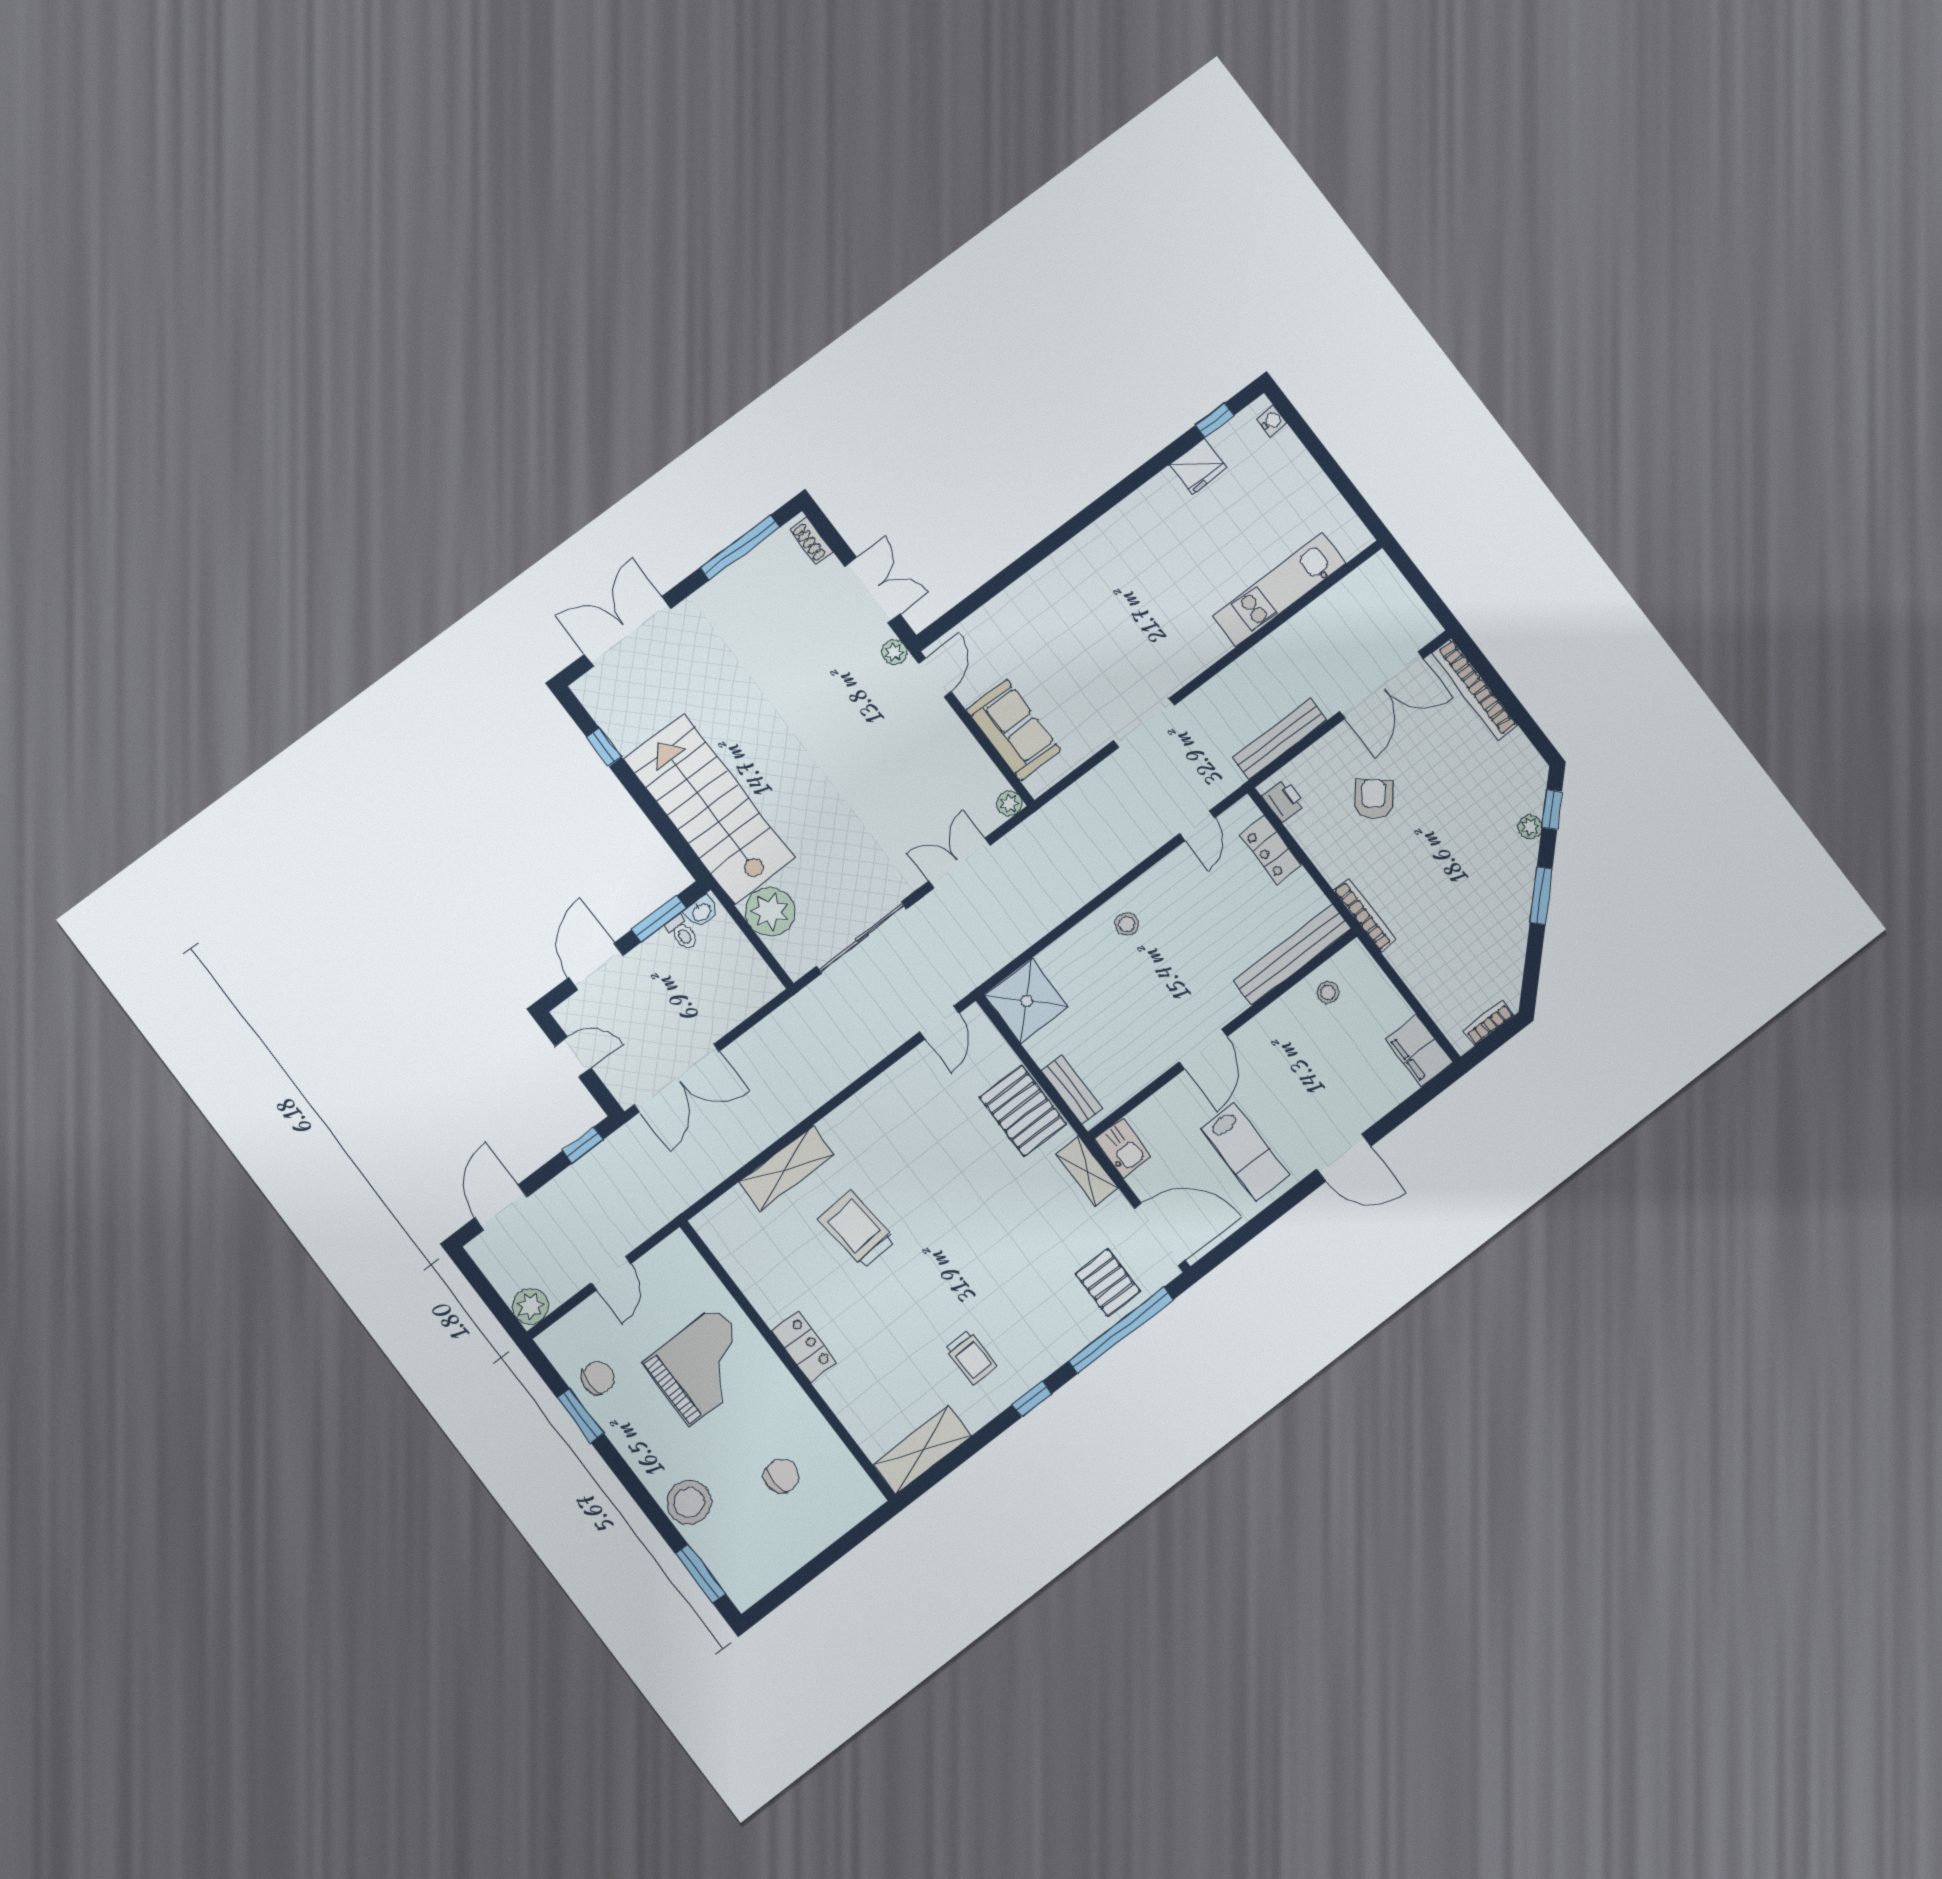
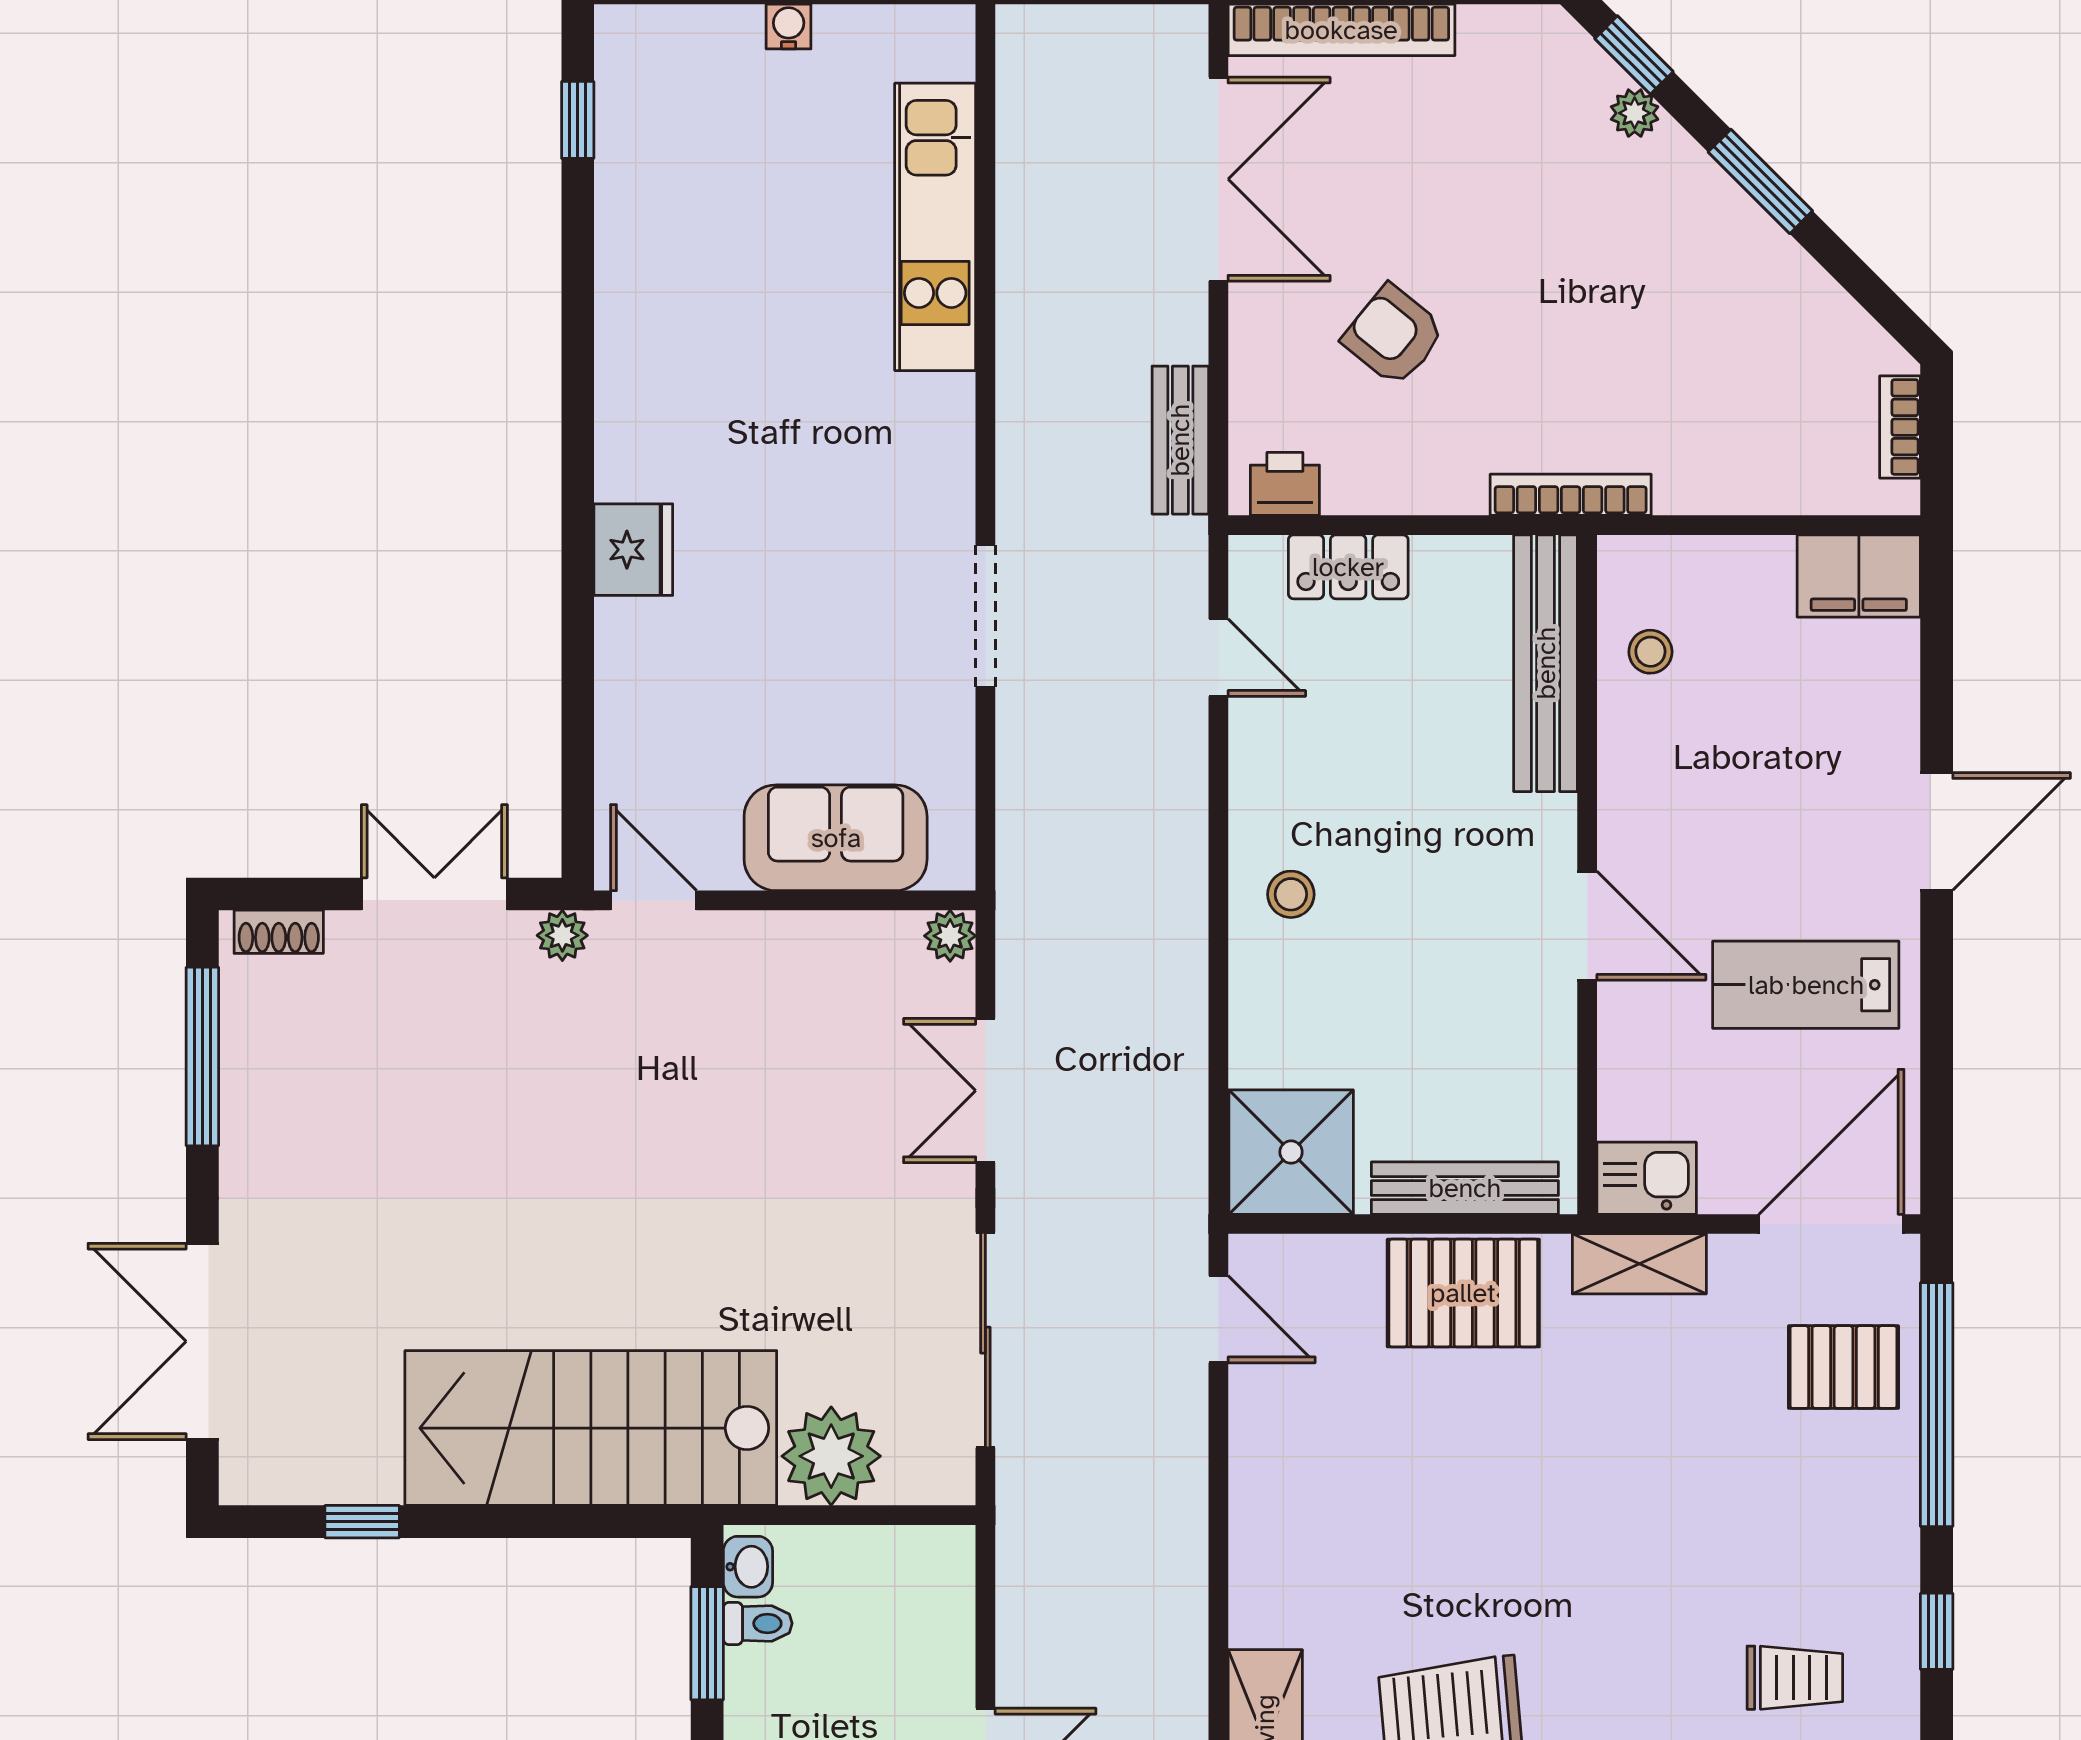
water cooler: (1272, 421) -> (789, 27), moved
fridge: (1199, 466) -> (633, 550), moved
bench: (1280, 739) -> (1180, 440), width x0.73
bench: (1072, 1090) -> (1465, 1188), width x1.36
lab bench: (1245, 1152) -> (1806, 985), turned 180

